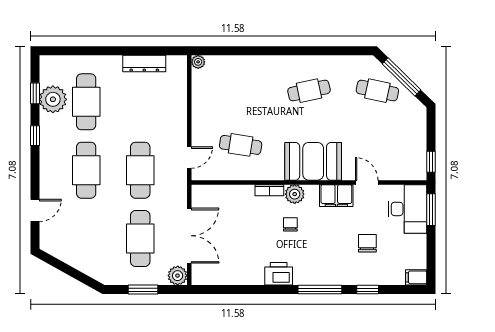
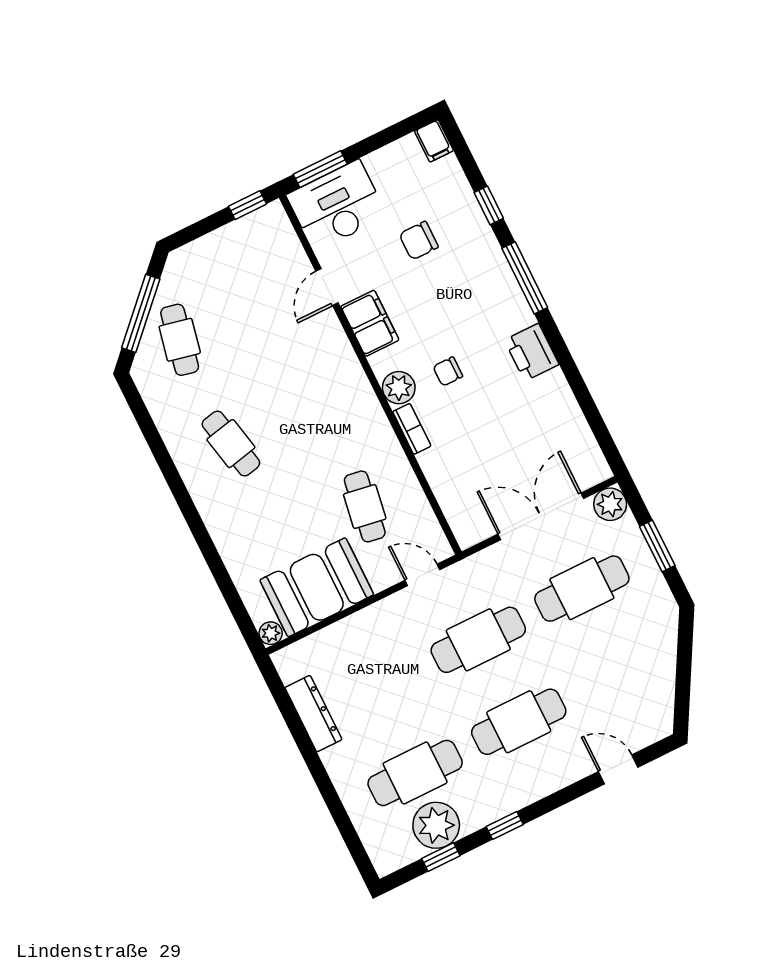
booth: (313, 161) -> (317, 587), moved, turned 90

